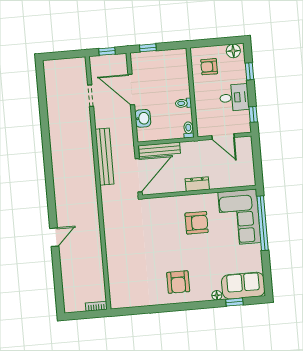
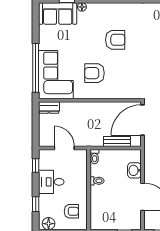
bench: (160, 149) -> (117, 141), width x0.73
dresser: (197, 184) -> (49, 108), moved
armchair: (178, 282) -> (115, 40), moved, turned 90

